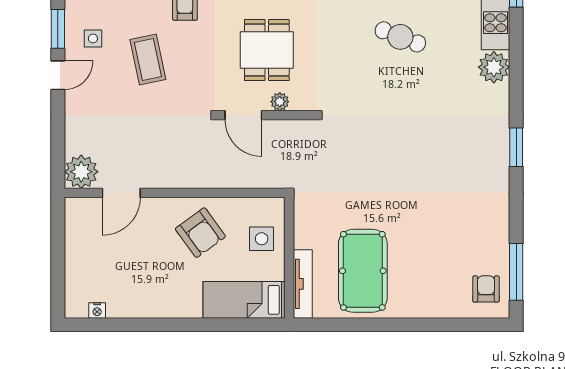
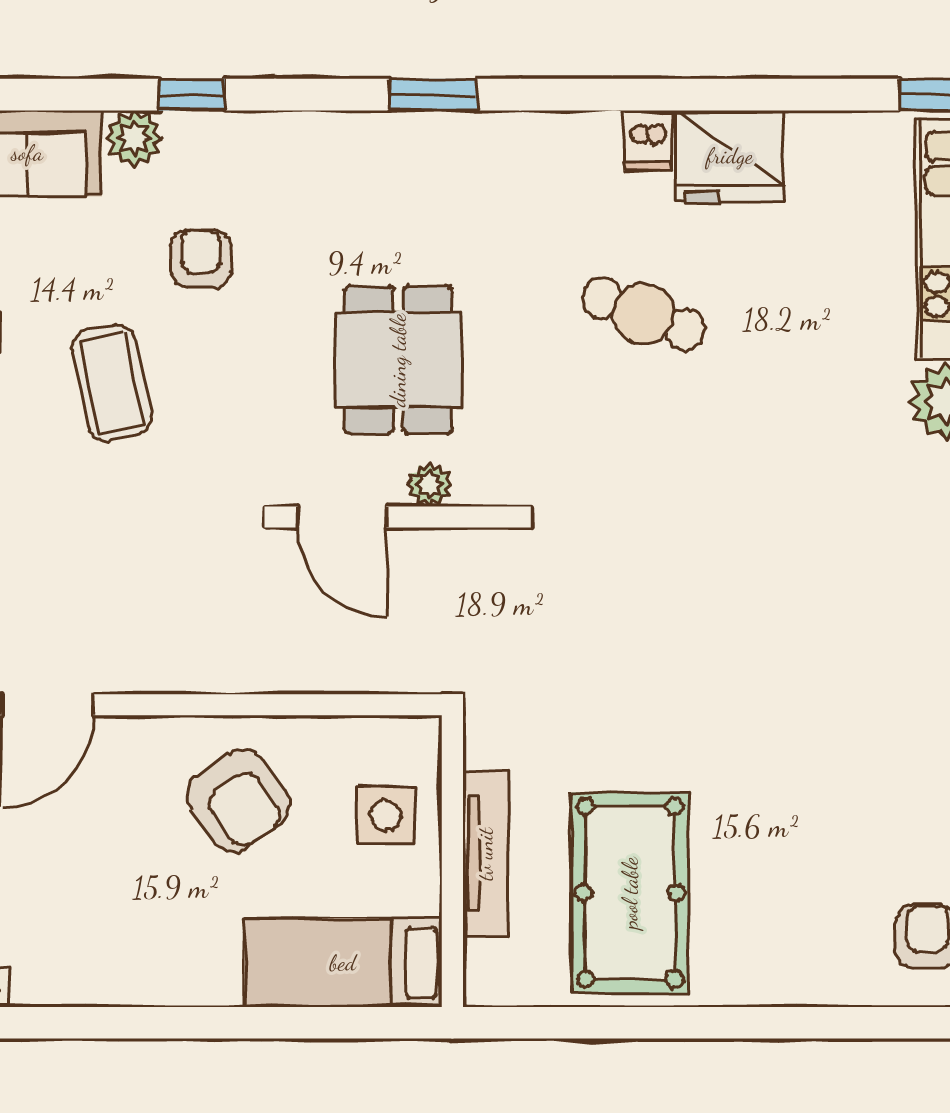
cafe table: (400, 37) -> (644, 314), moved
tv unit: (303, 284) -> (485, 854), moved

